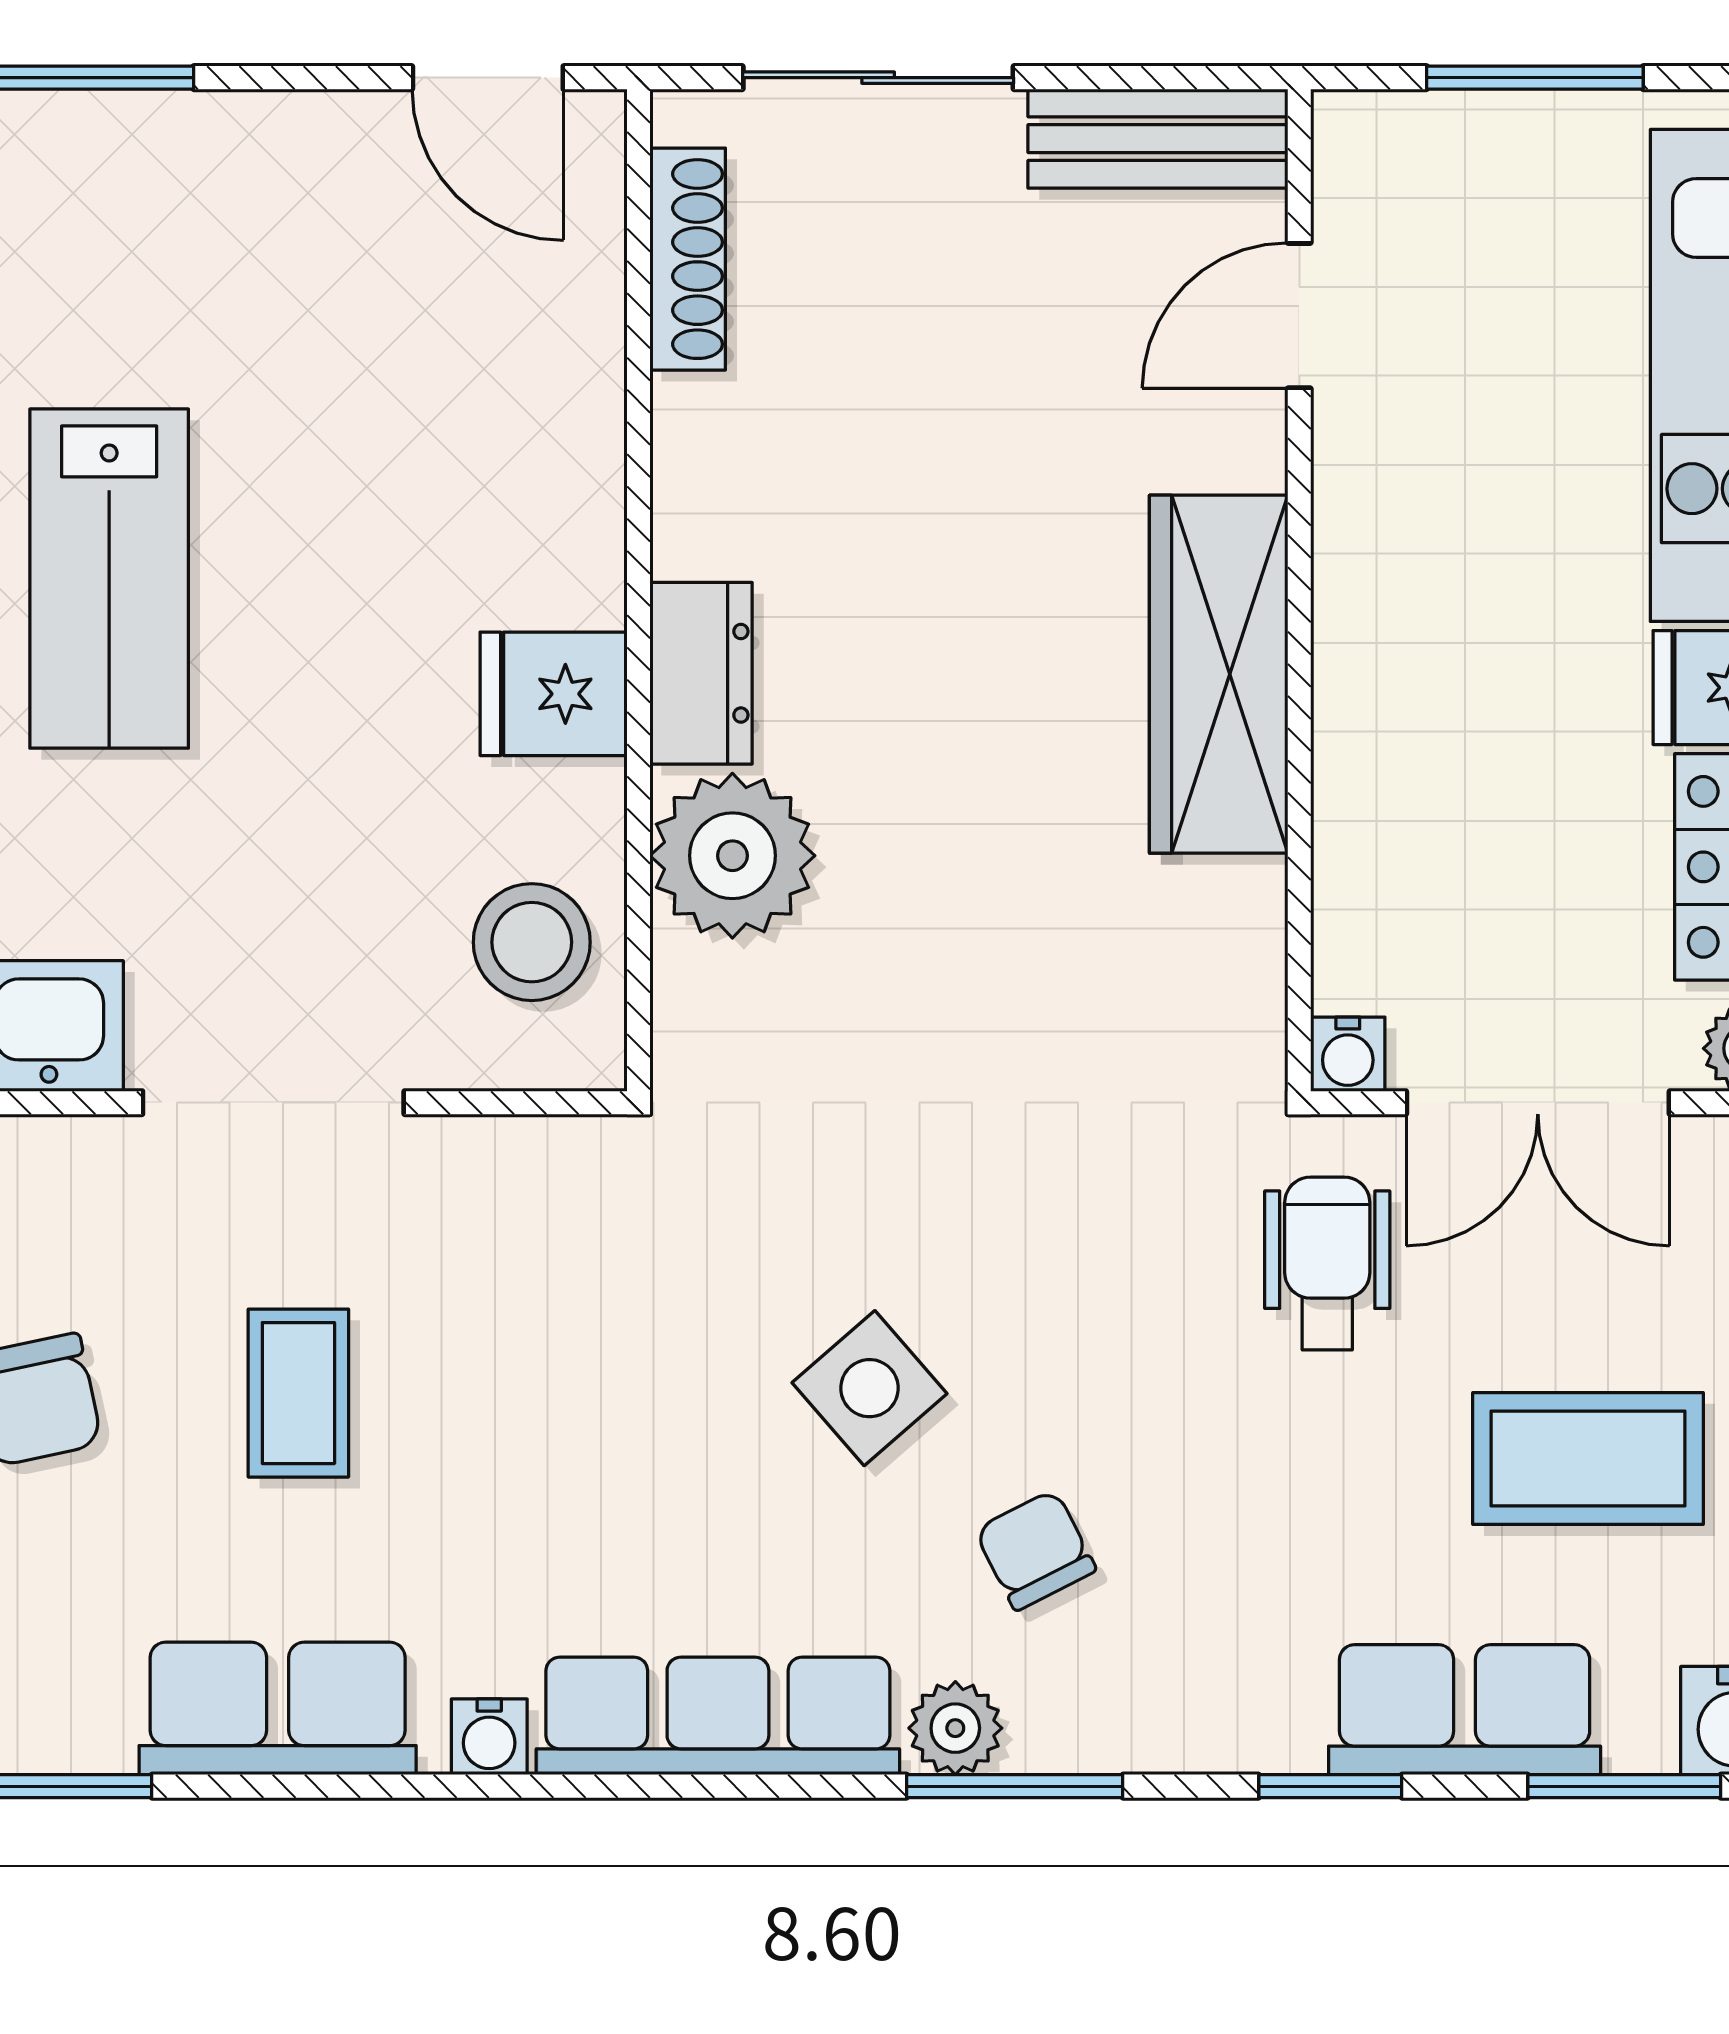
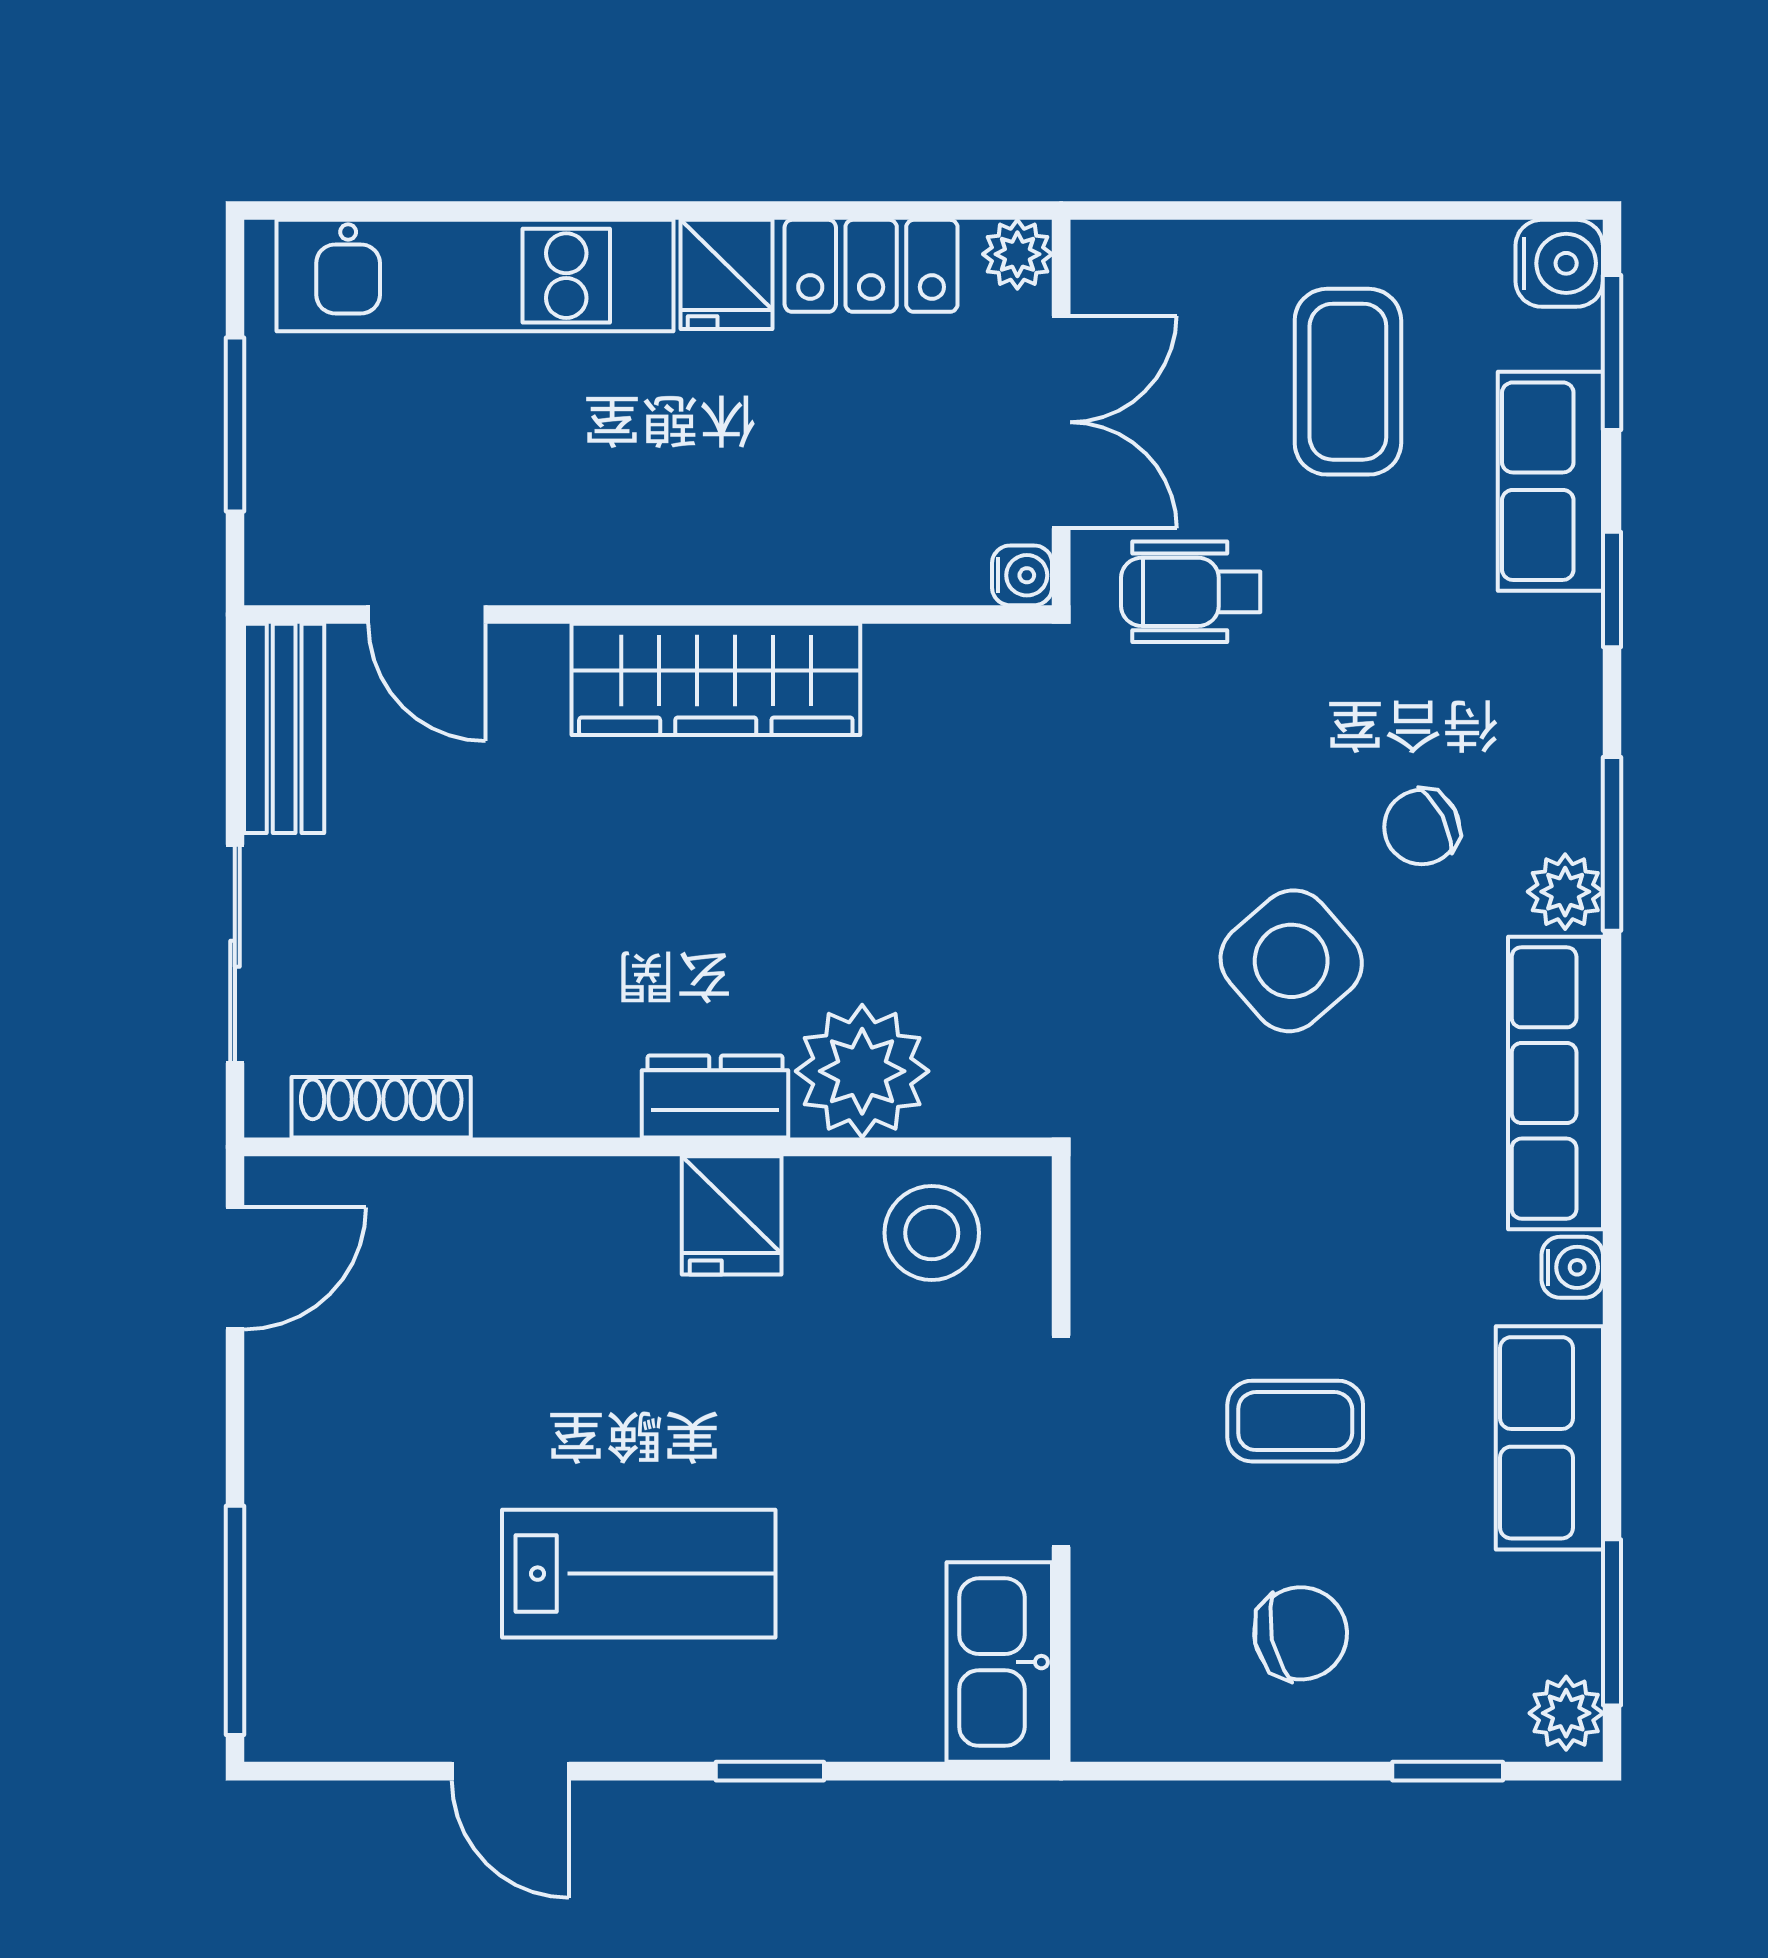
side table: (869, 1388) -> (1291, 961), width x1.37, depth x1.37

